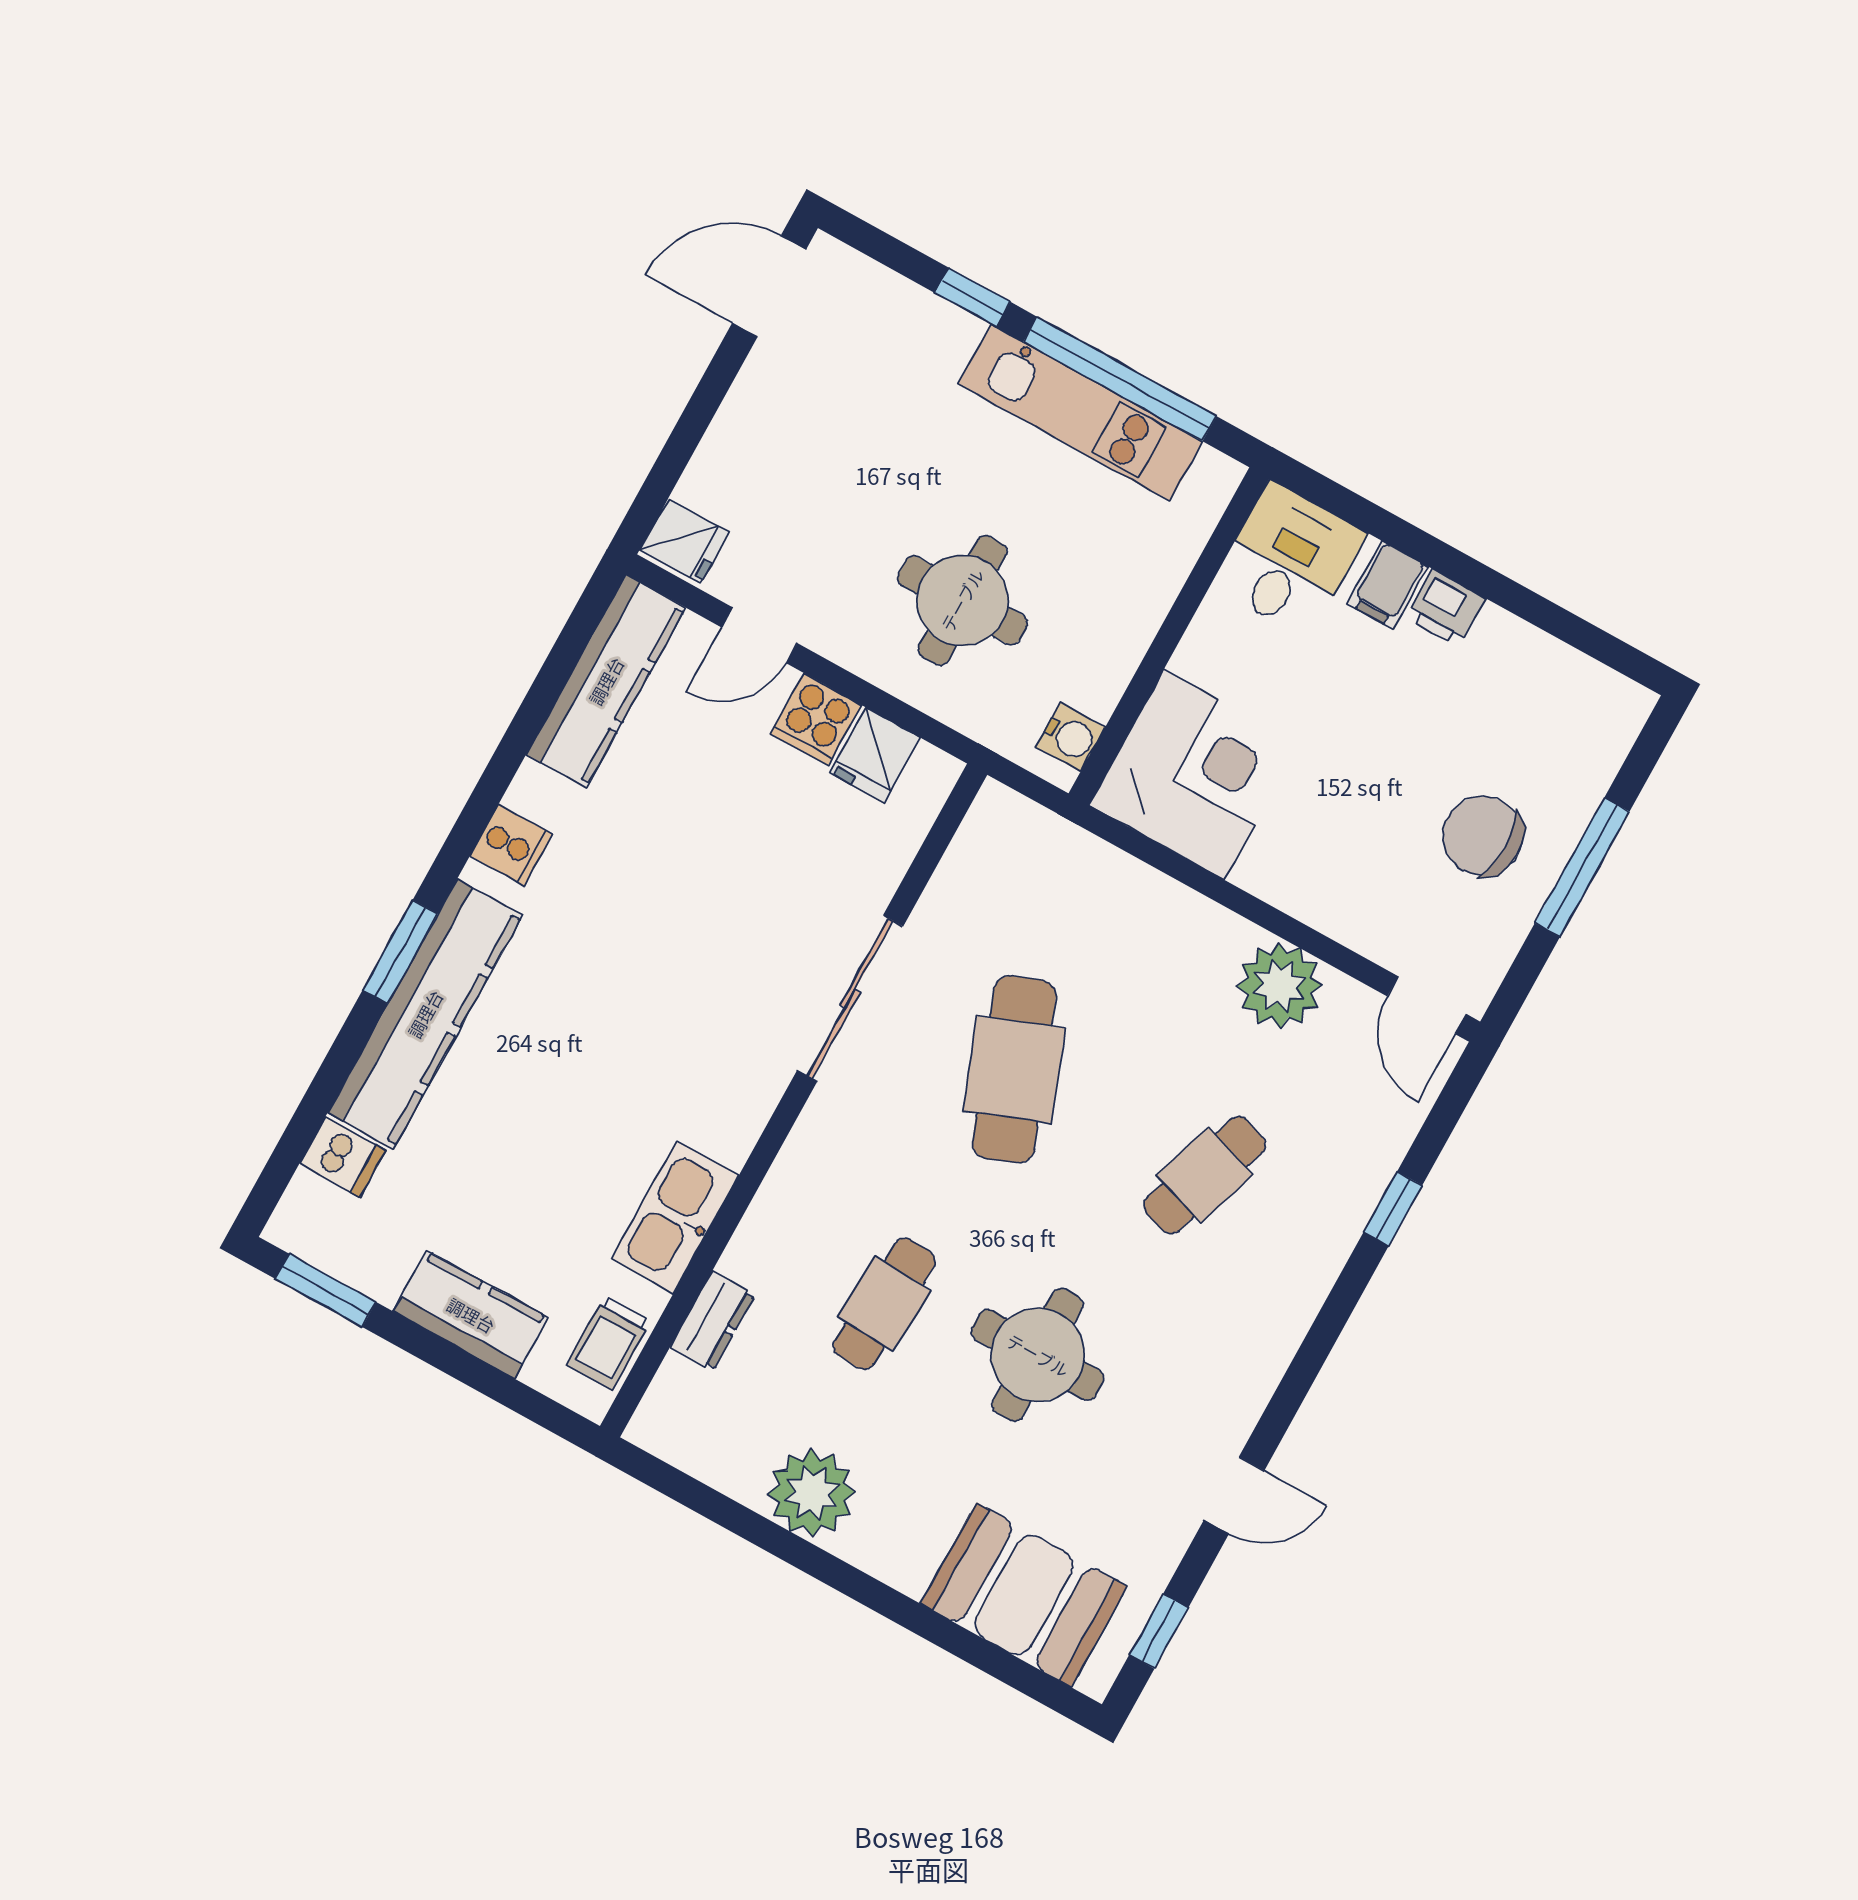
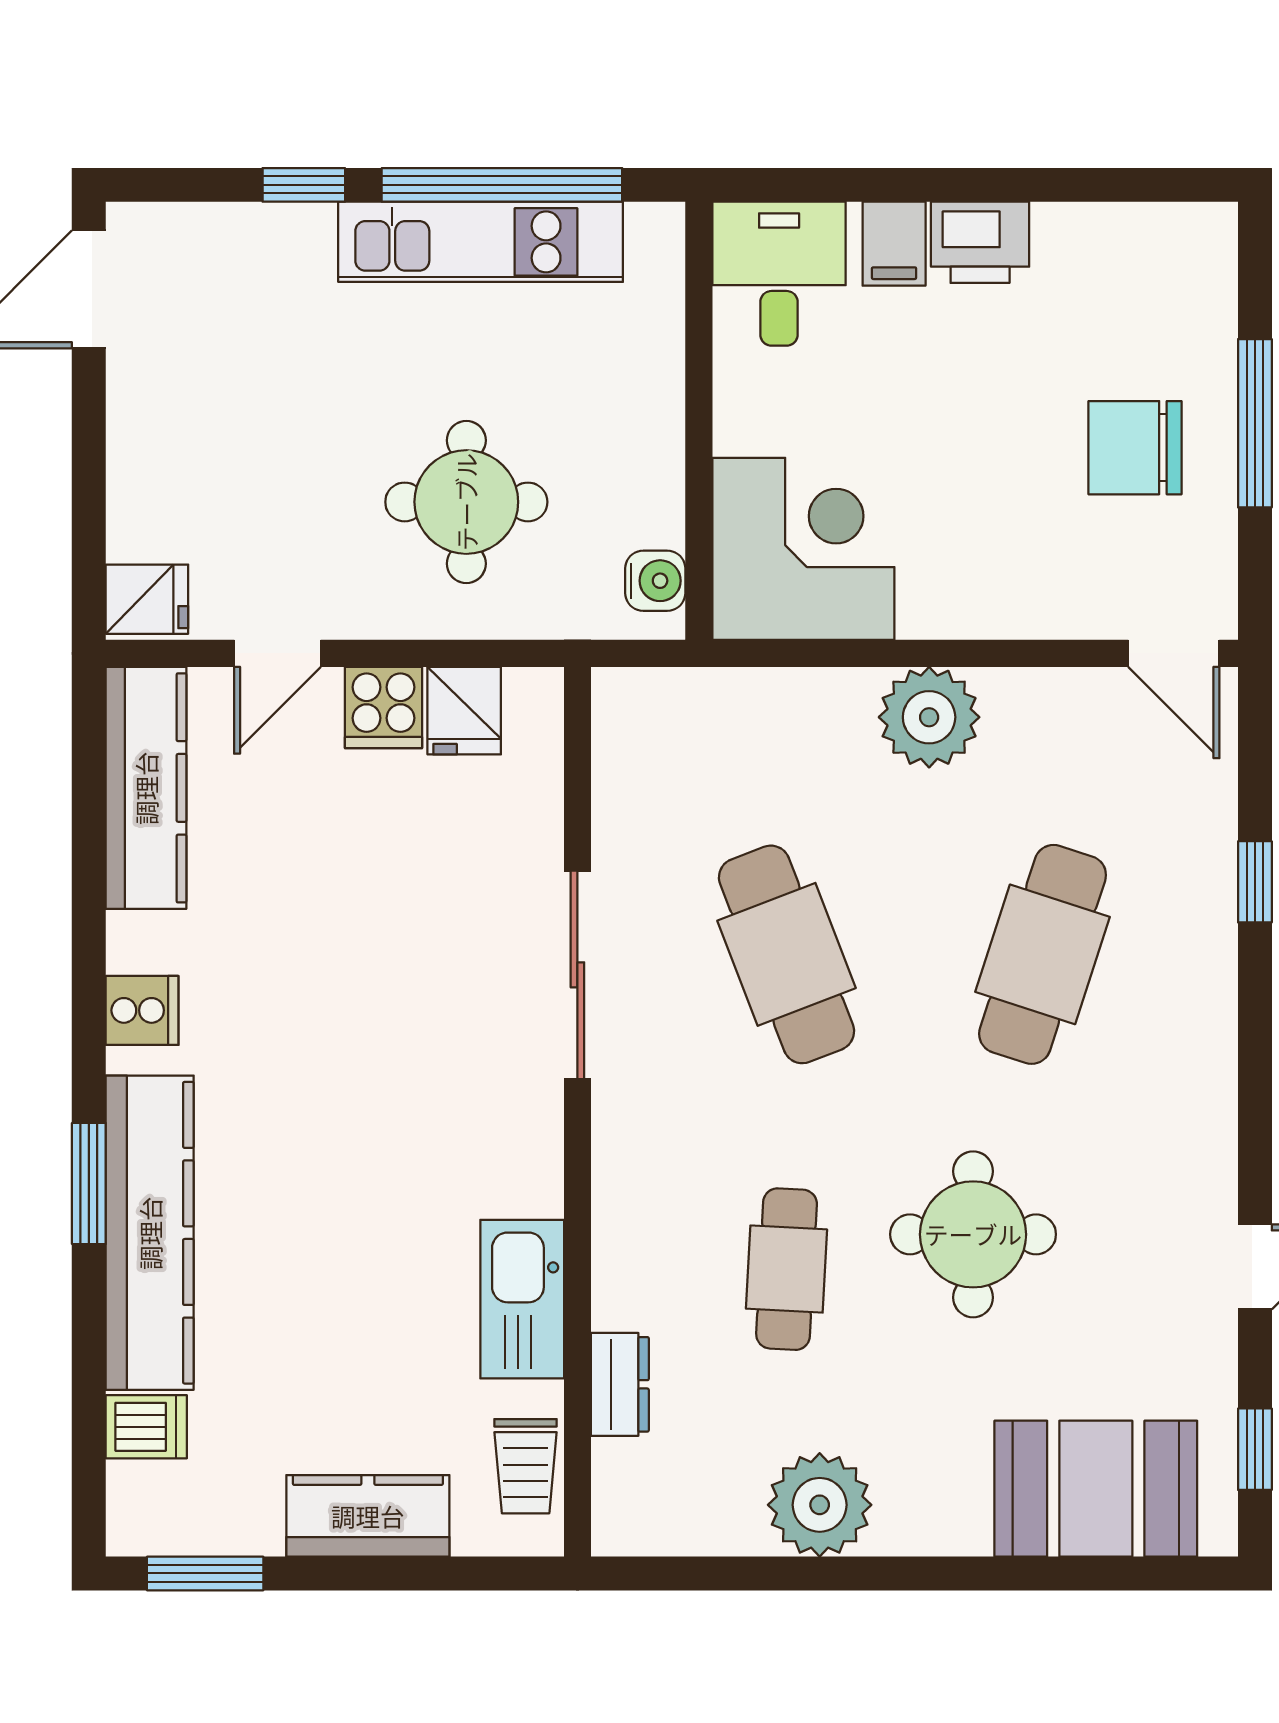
printer: (1446, 608) -> (980, 242), width x1.36, depth x1.24
plant: (1280, 986) -> (929, 717), moved
cafe table: (1205, 1175) -> (1043, 954), width x1.37, depth x1.35

